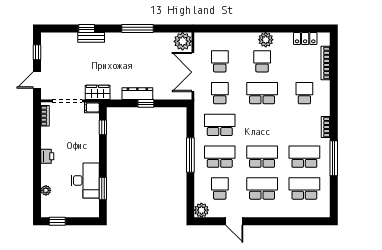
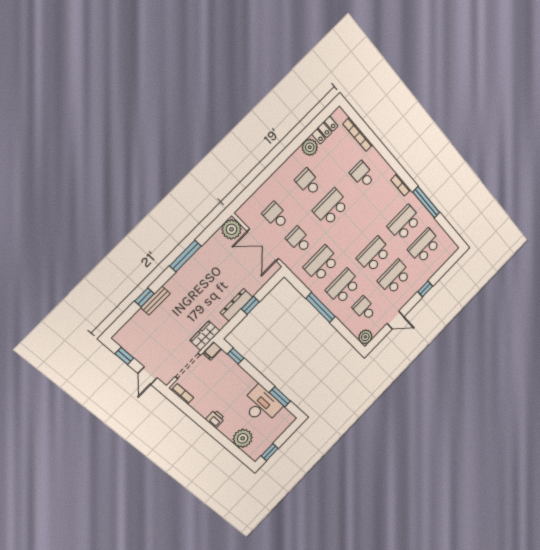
plant: (266, 40) -> (310, 147), moved
plant: (46, 190) -> (243, 438), width x1.88, depth x1.88
window: (277, 221) -> (425, 289), added

